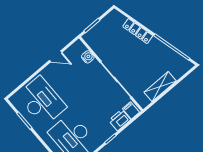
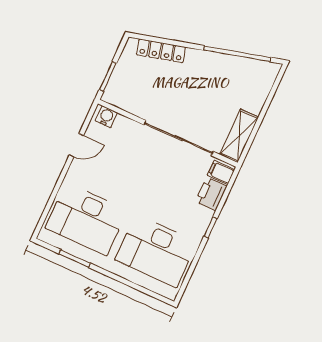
locker: (138, 31) -> (161, 51), moved
water cooler: (88, 57) -> (106, 117), moved
shelving: (160, 87) -> (239, 136), moved
desk: (42, 101) -> (86, 219), turned 180

